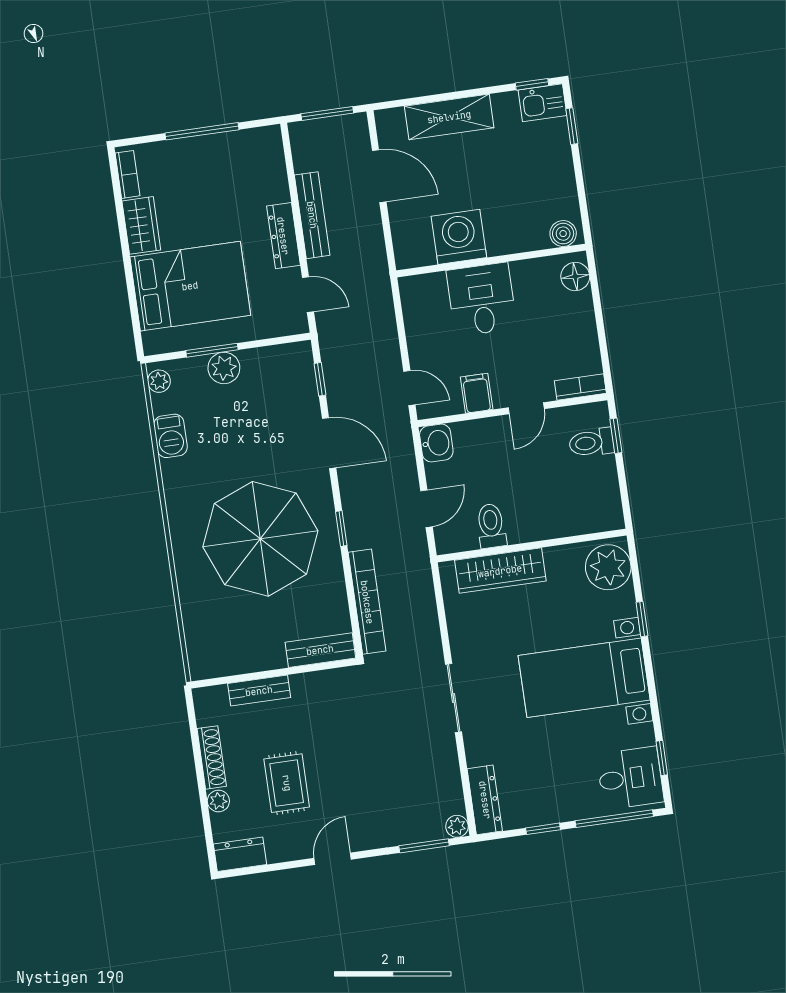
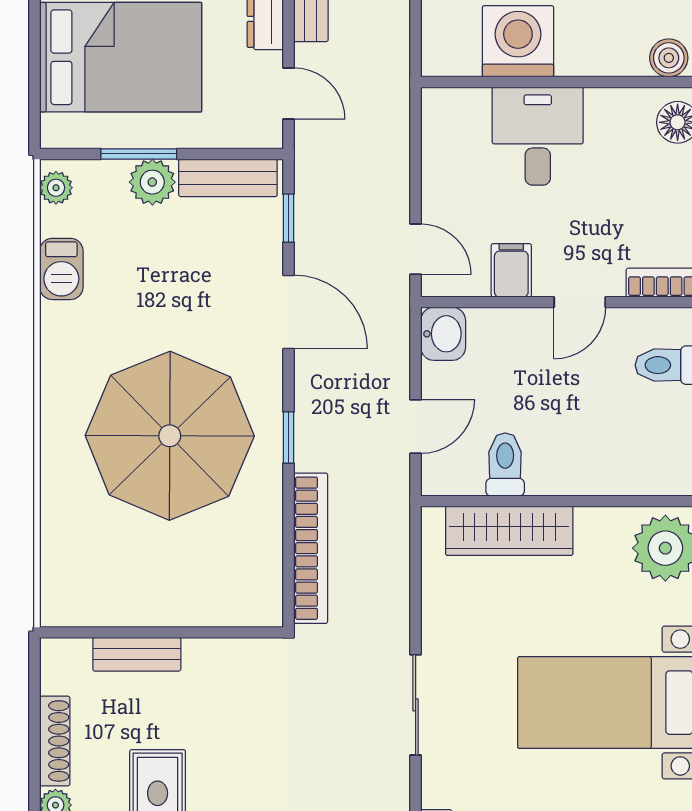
bench: (320, 650) -> (228, 178), moved

